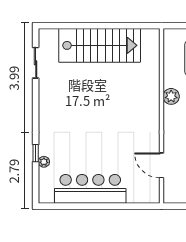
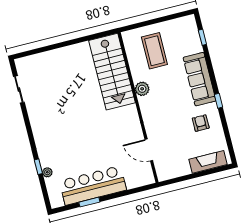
stairs: (100, 45) -> (112, 72), moved, turned 90
window: (82, 206) -> (89, 202), added

